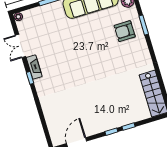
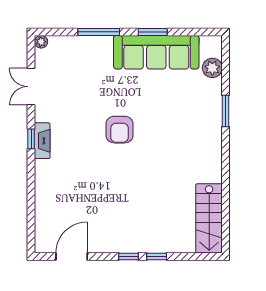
armchair: (125, 31) -> (120, 130), moved, turned -90
fireplace: (34, 67) -> (42, 141), moved

